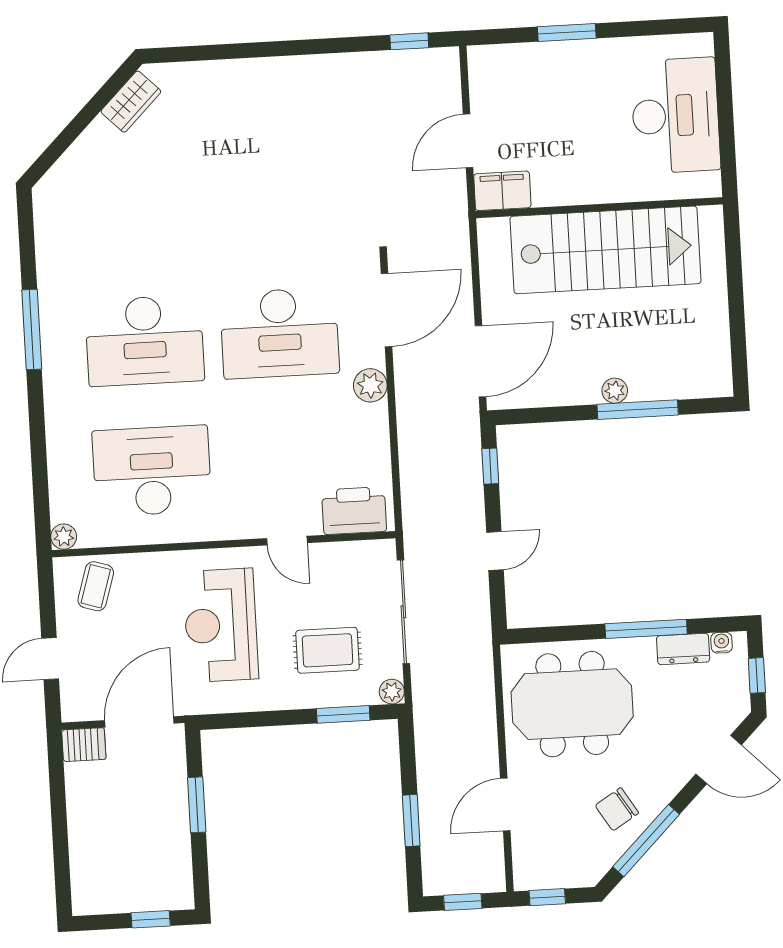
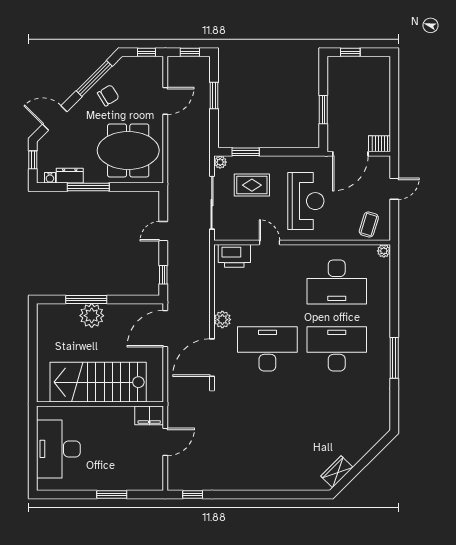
plant: (615, 391) -> (92, 316), width x1.88, depth x1.88

